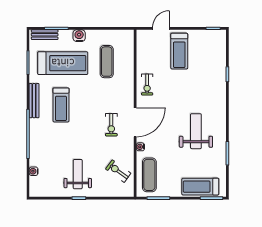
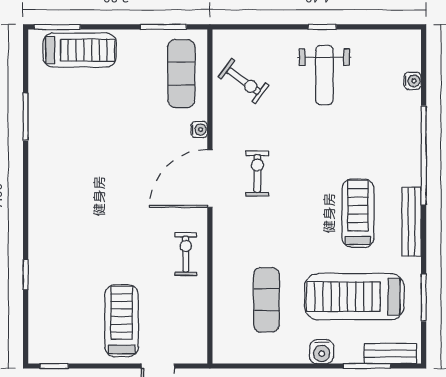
weight bench: (196, 131) -> (88, 161), removed

